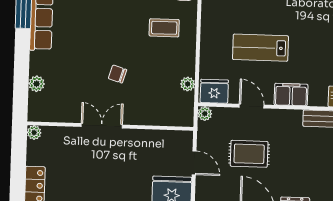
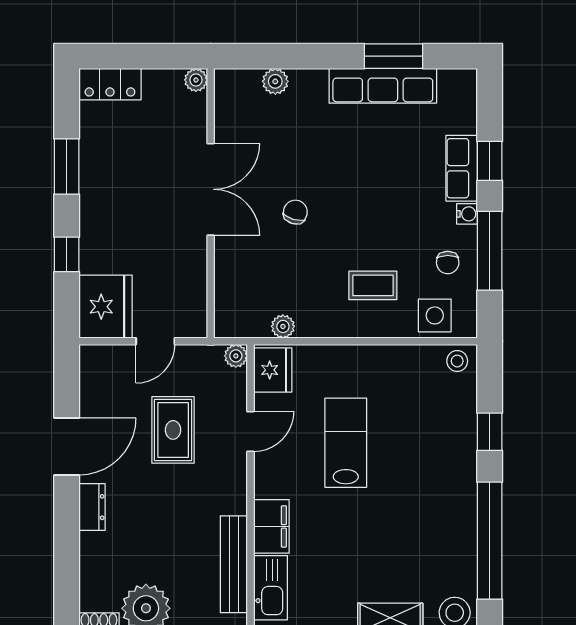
coffee table: (164, 28) -> (373, 285), turned 90
filing cabinet: (291, 95) -> (271, 526), moved
double door: (102, 126) -> (211, 189), width x1.37

